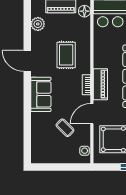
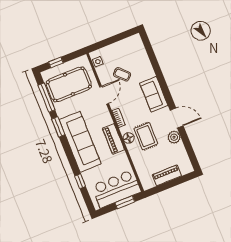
floor lamp: (84, 11) -> (129, 138), moved
plant: (38, 24) -> (174, 137), moved
piano: (100, 84) -> (113, 139), moved

